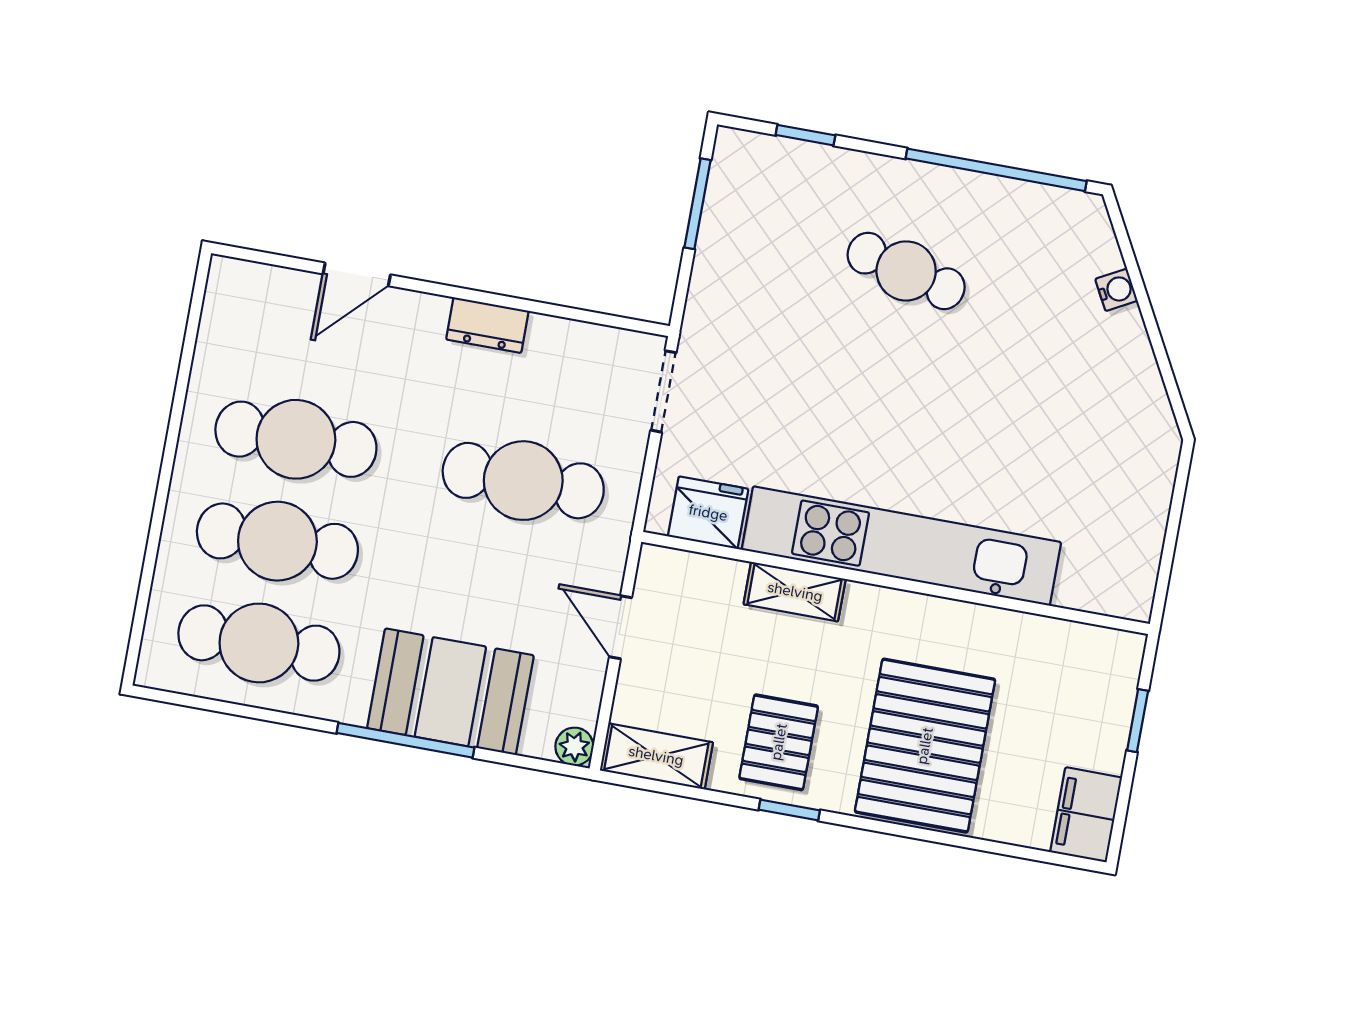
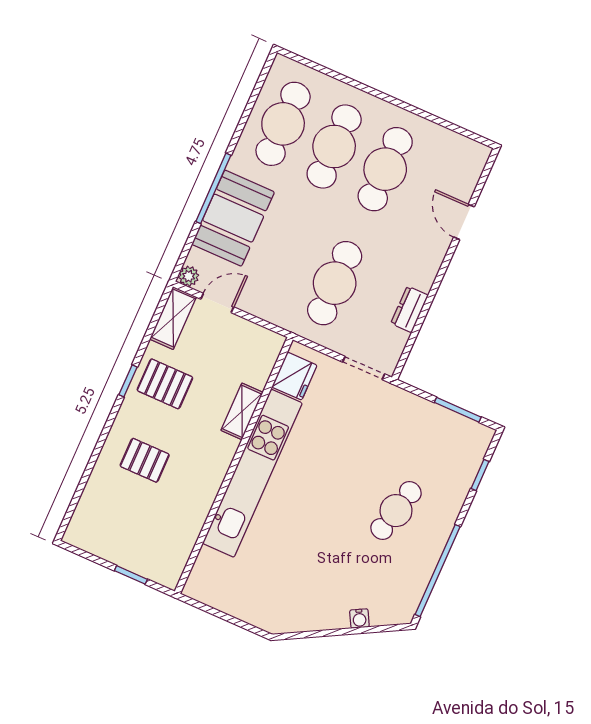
dresser: (487, 325) -> (410, 309), moved
door: (621, 627) -> (217, 303), moved
pallet: (925, 746) -> (145, 460), width x0.49, depth x0.50
filing cabinet: (1086, 815) -> (88, 536), removed

